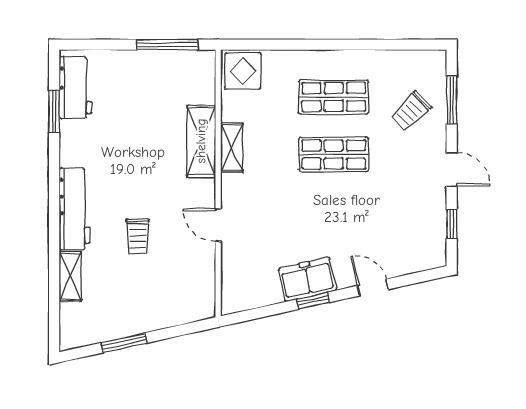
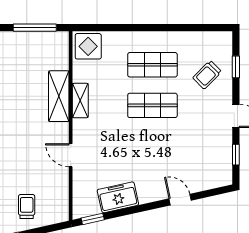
window: (452, 100) -> (236, 67), width x0.67
trolley: (138, 236) -> (27, 207), moved, turned 180
freezer: (307, 279) -> (118, 197), moved
window: (313, 301) -> (93, 219), moved

